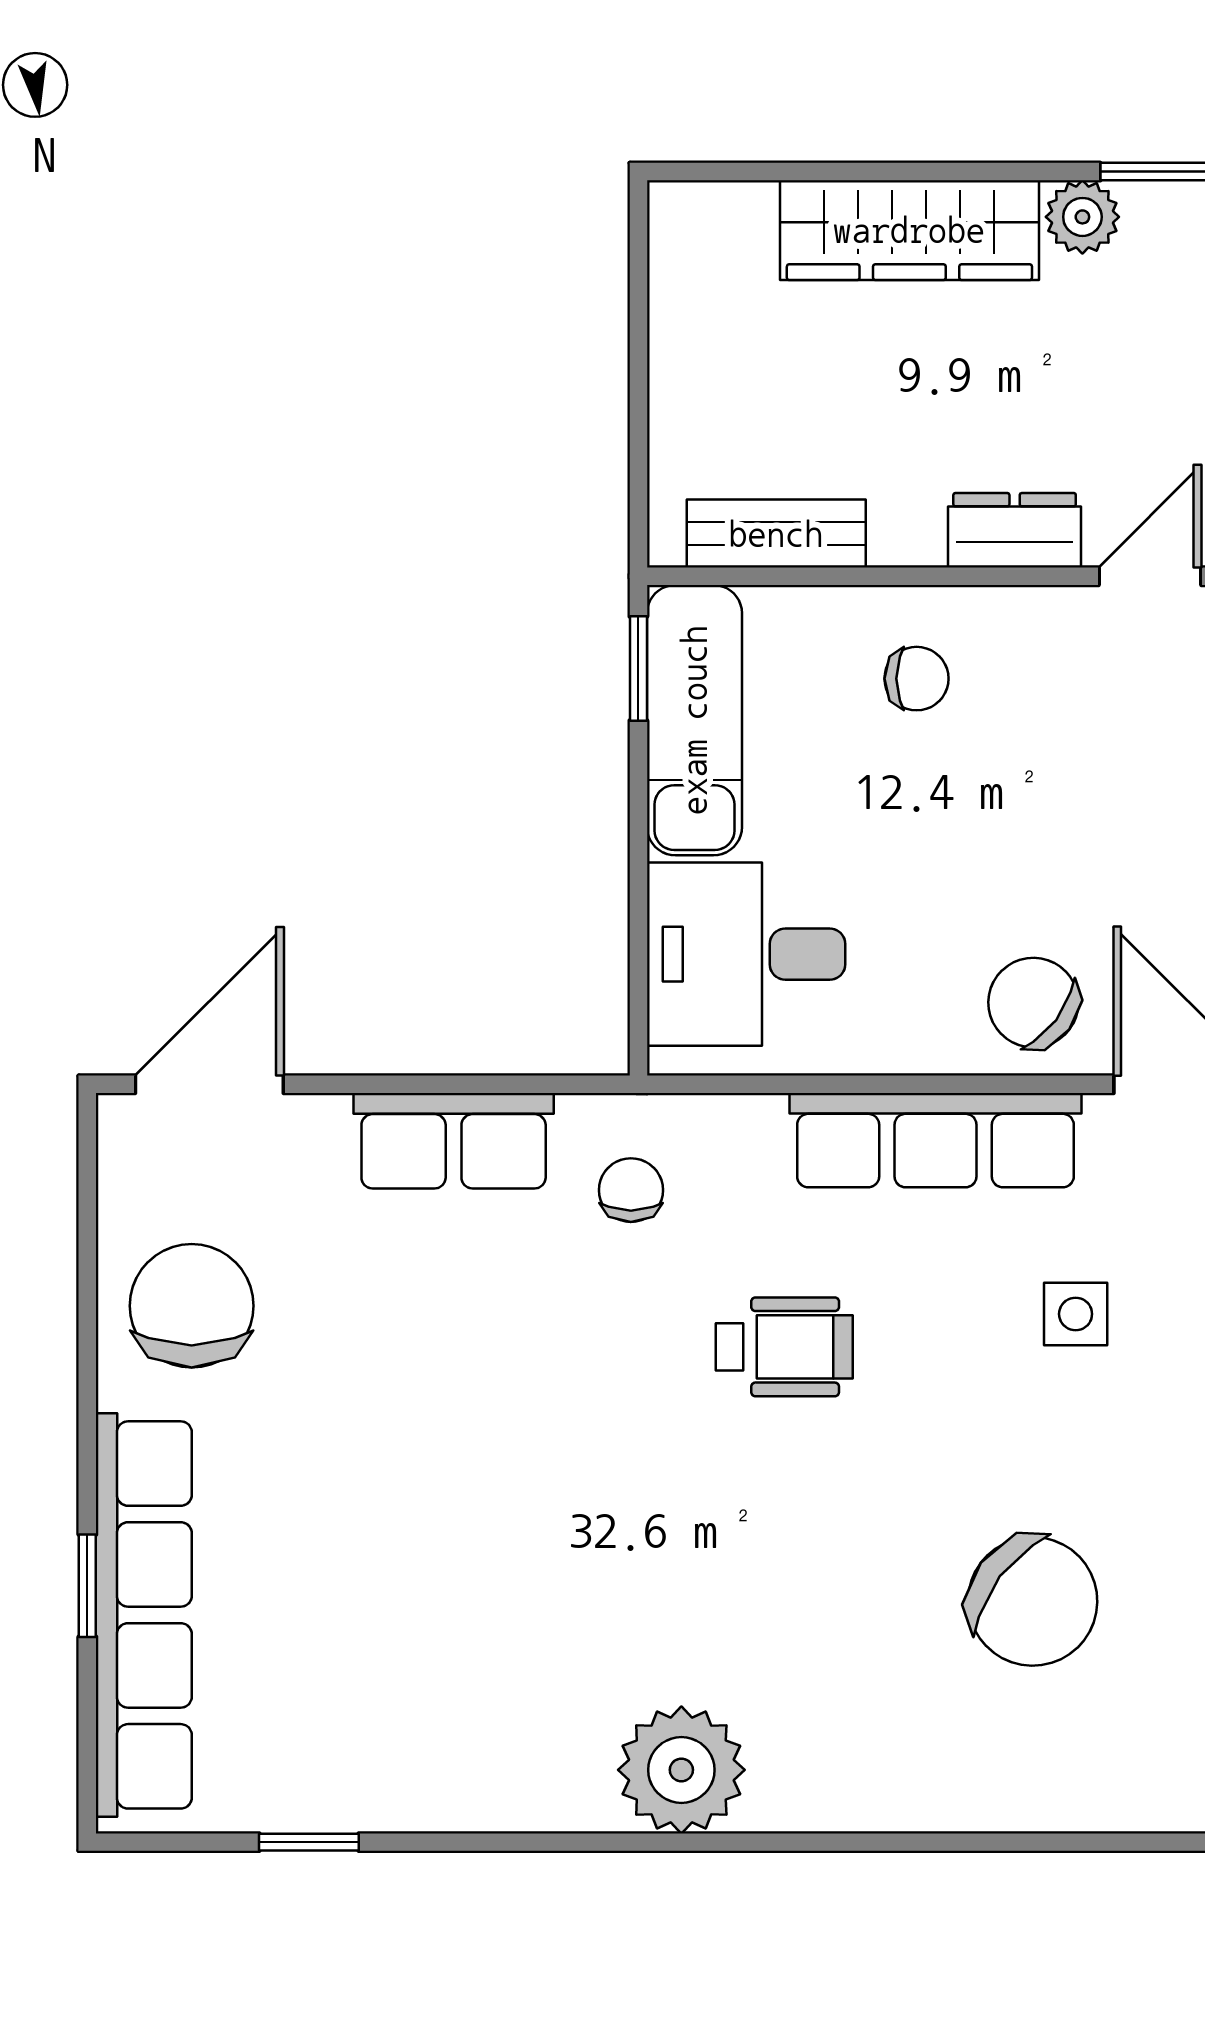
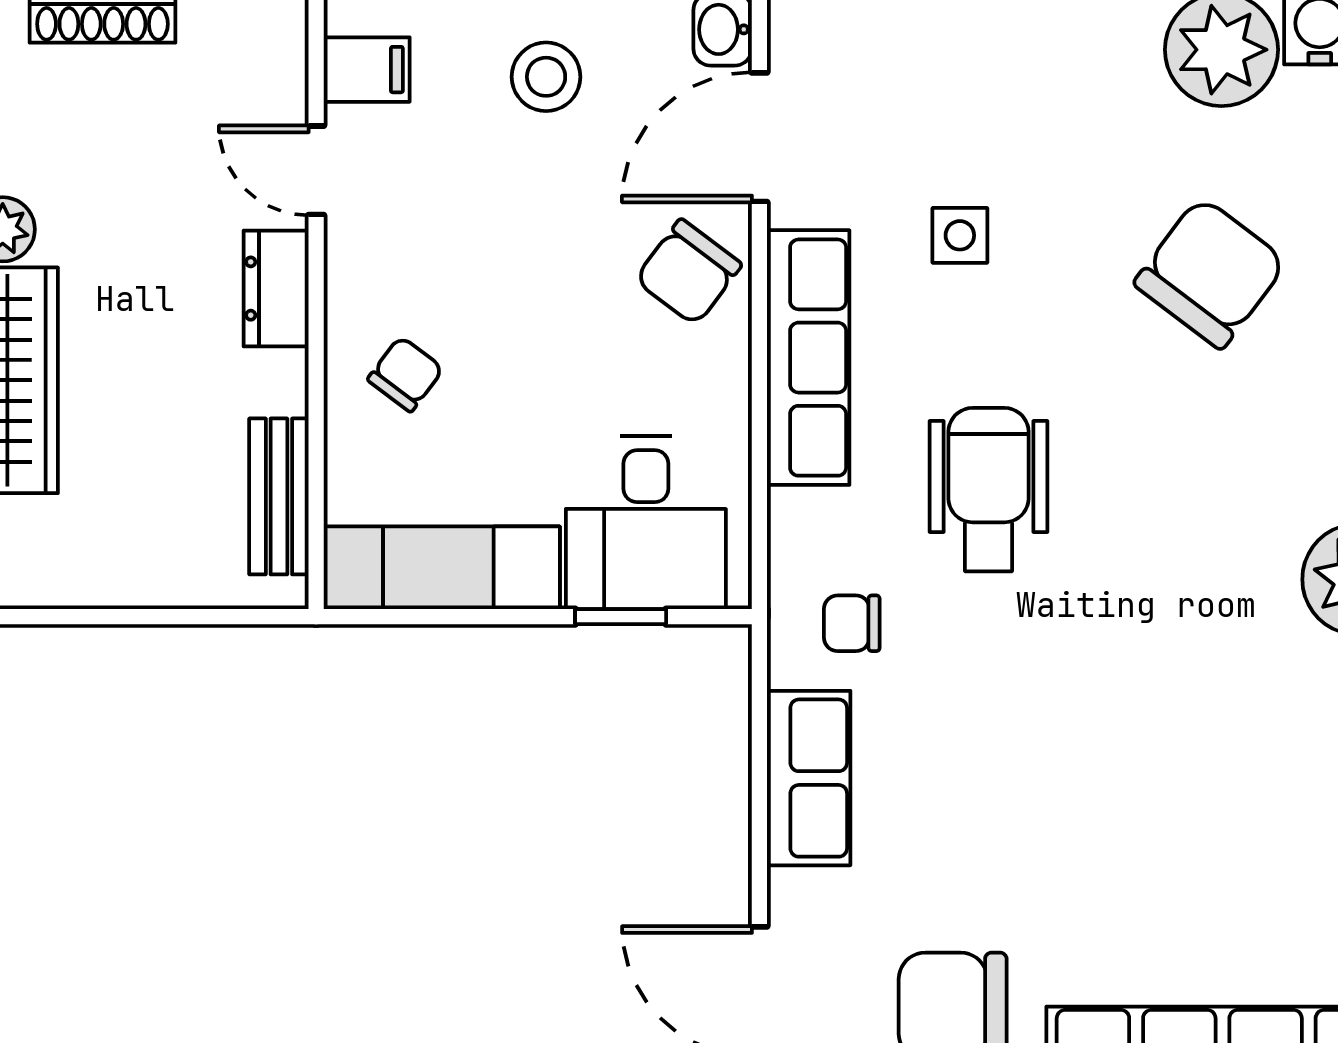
window: (638, 669) -> (621, 617), moved
chair: (917, 679) -> (405, 374), turned 37
wheelchair: (784, 1347) -> (989, 490), width x1.36, depth x1.37

